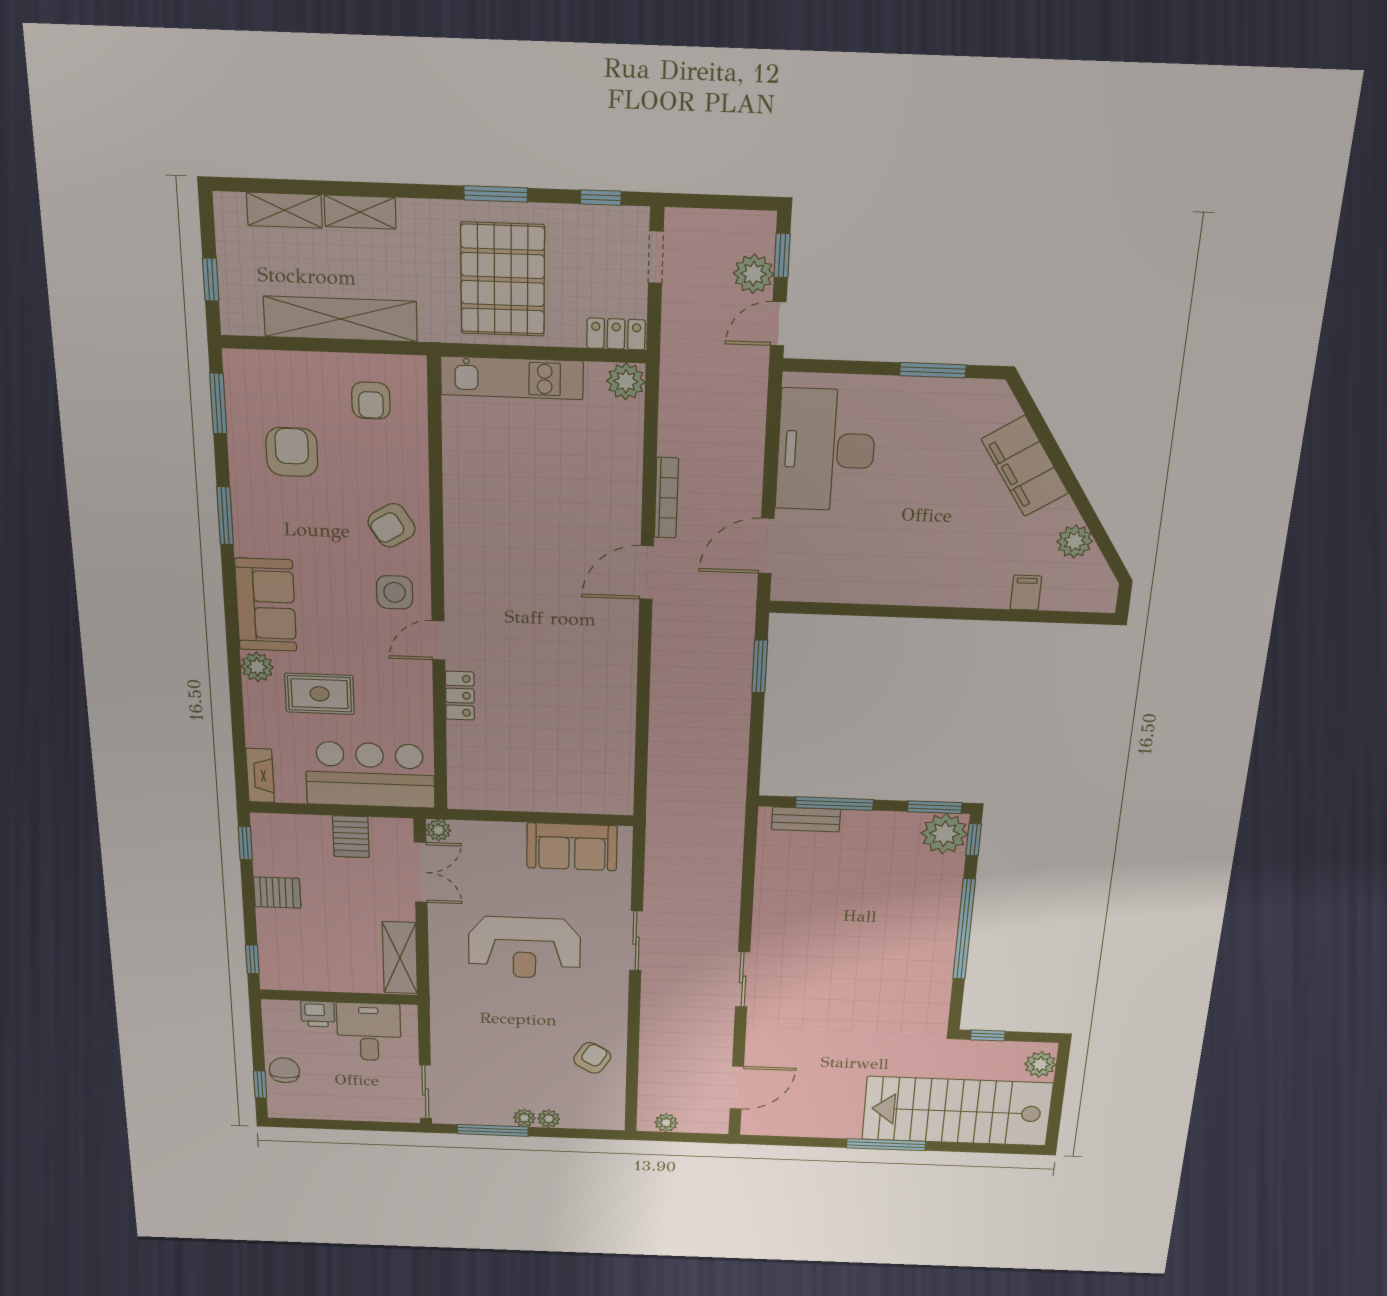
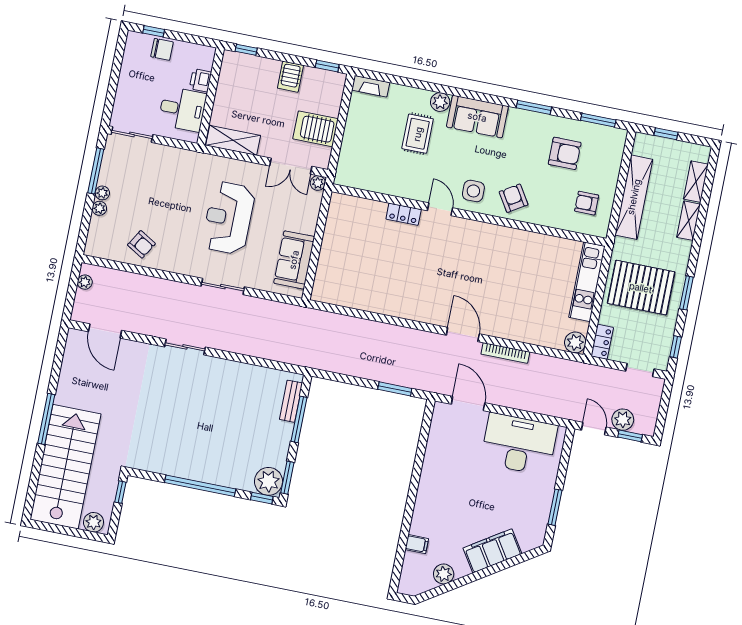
bar counter: (370, 775) -> (361, 151), removed
server rack: (351, 837) -> (316, 129), width x1.36, depth x1.44

